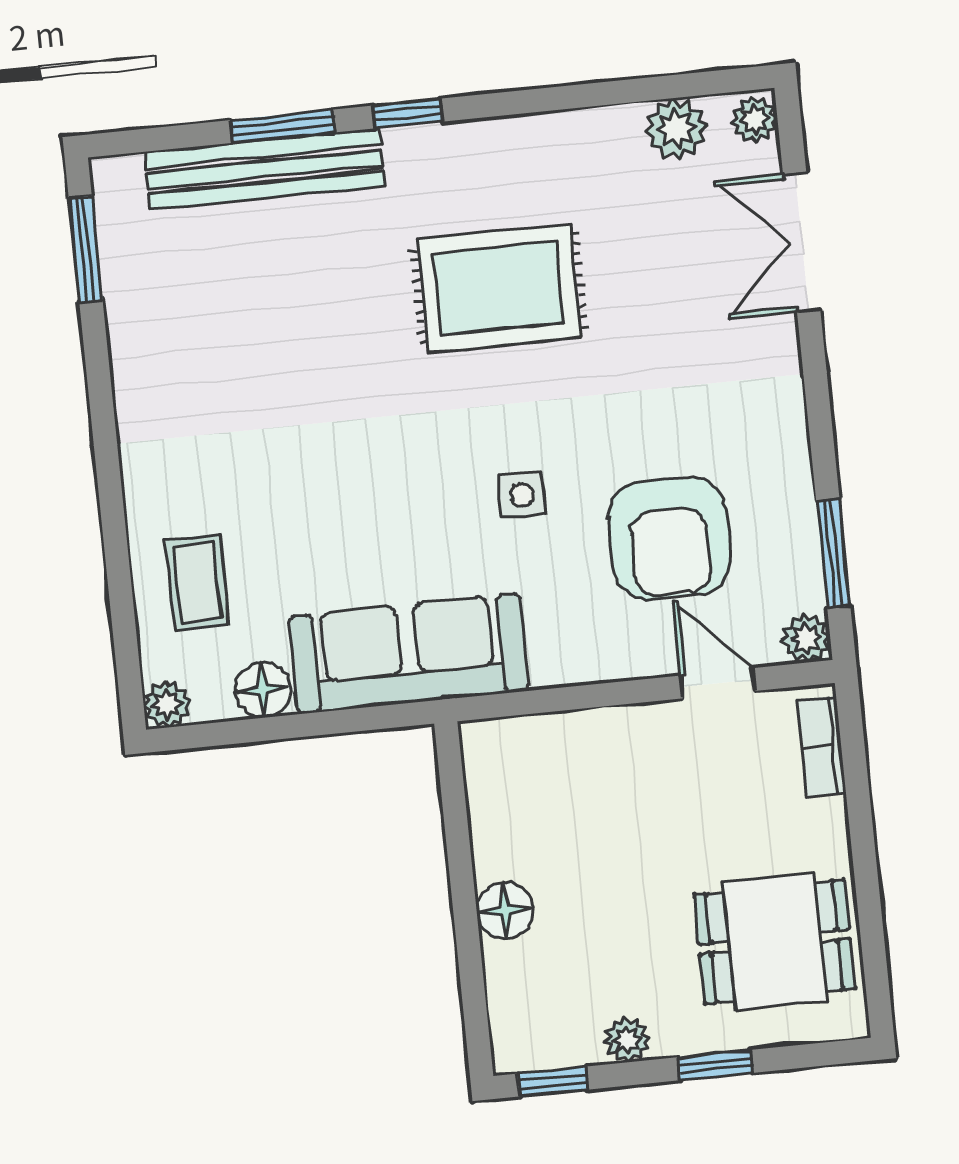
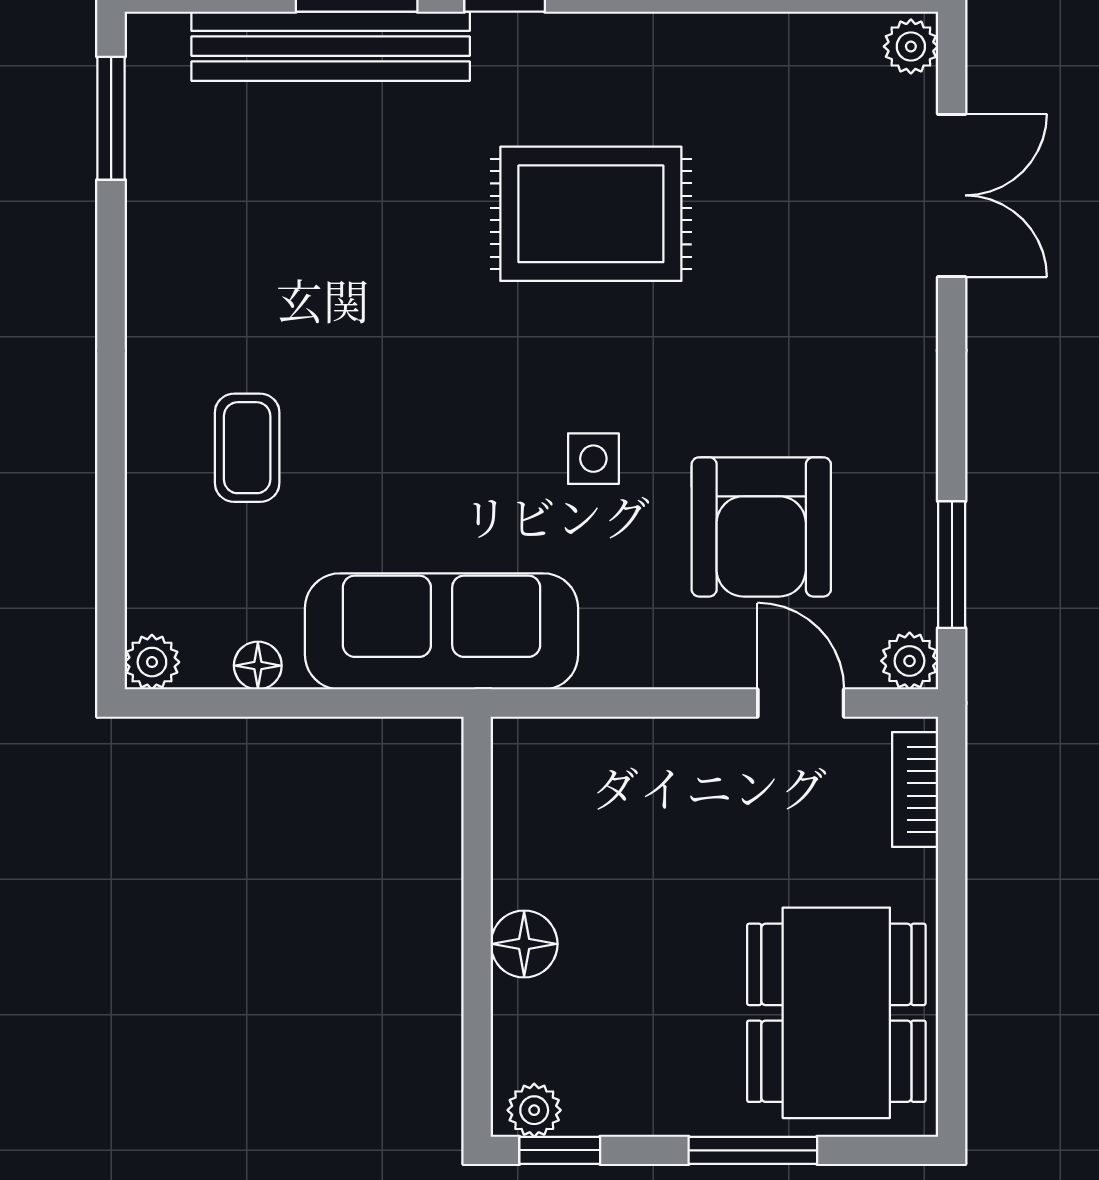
plant: (676, 129) -> (818, 48), removed
double door: (802, 242) -> (952, 195), swing flipped
coffee table: (197, 582) -> (247, 448), moved
floor lamp: (263, 690) -> (258, 666), width x0.73, depth x0.73
dining table: (774, 942) -> (836, 1013), width x1.37
plant: (627, 1040) -> (534, 1110), moved
window: (716, 1065) -> (753, 1150), width x1.50

